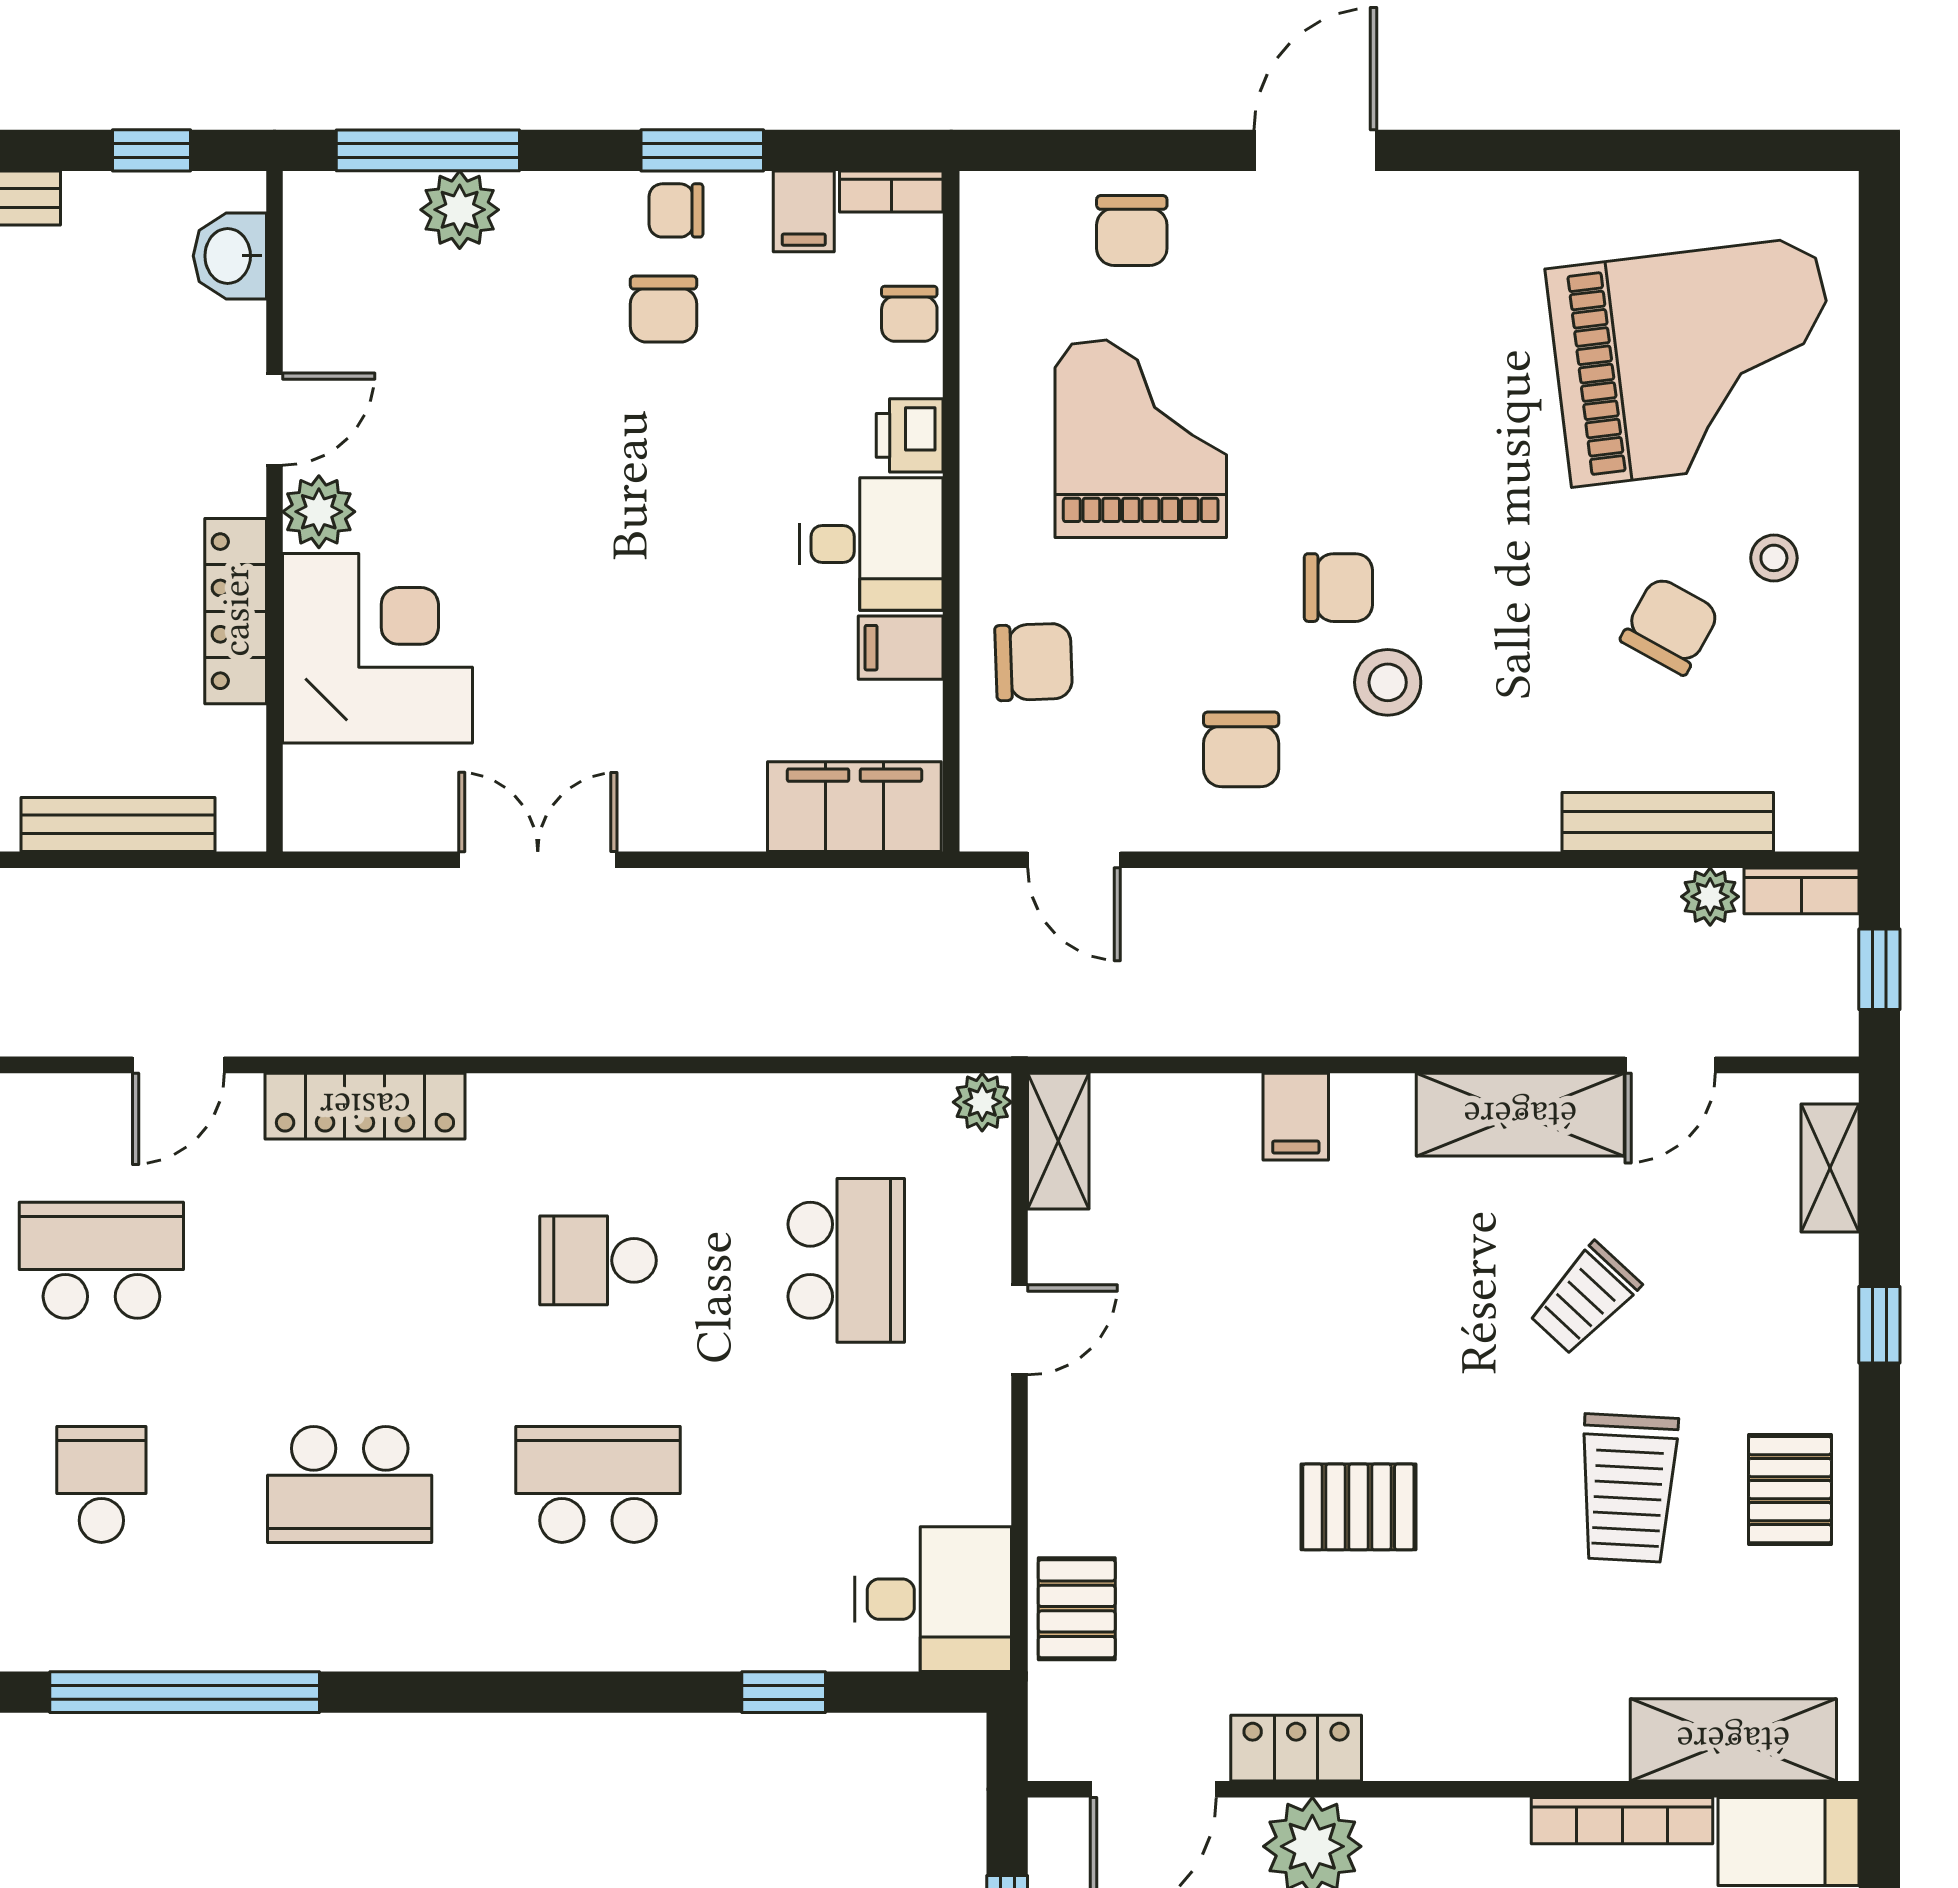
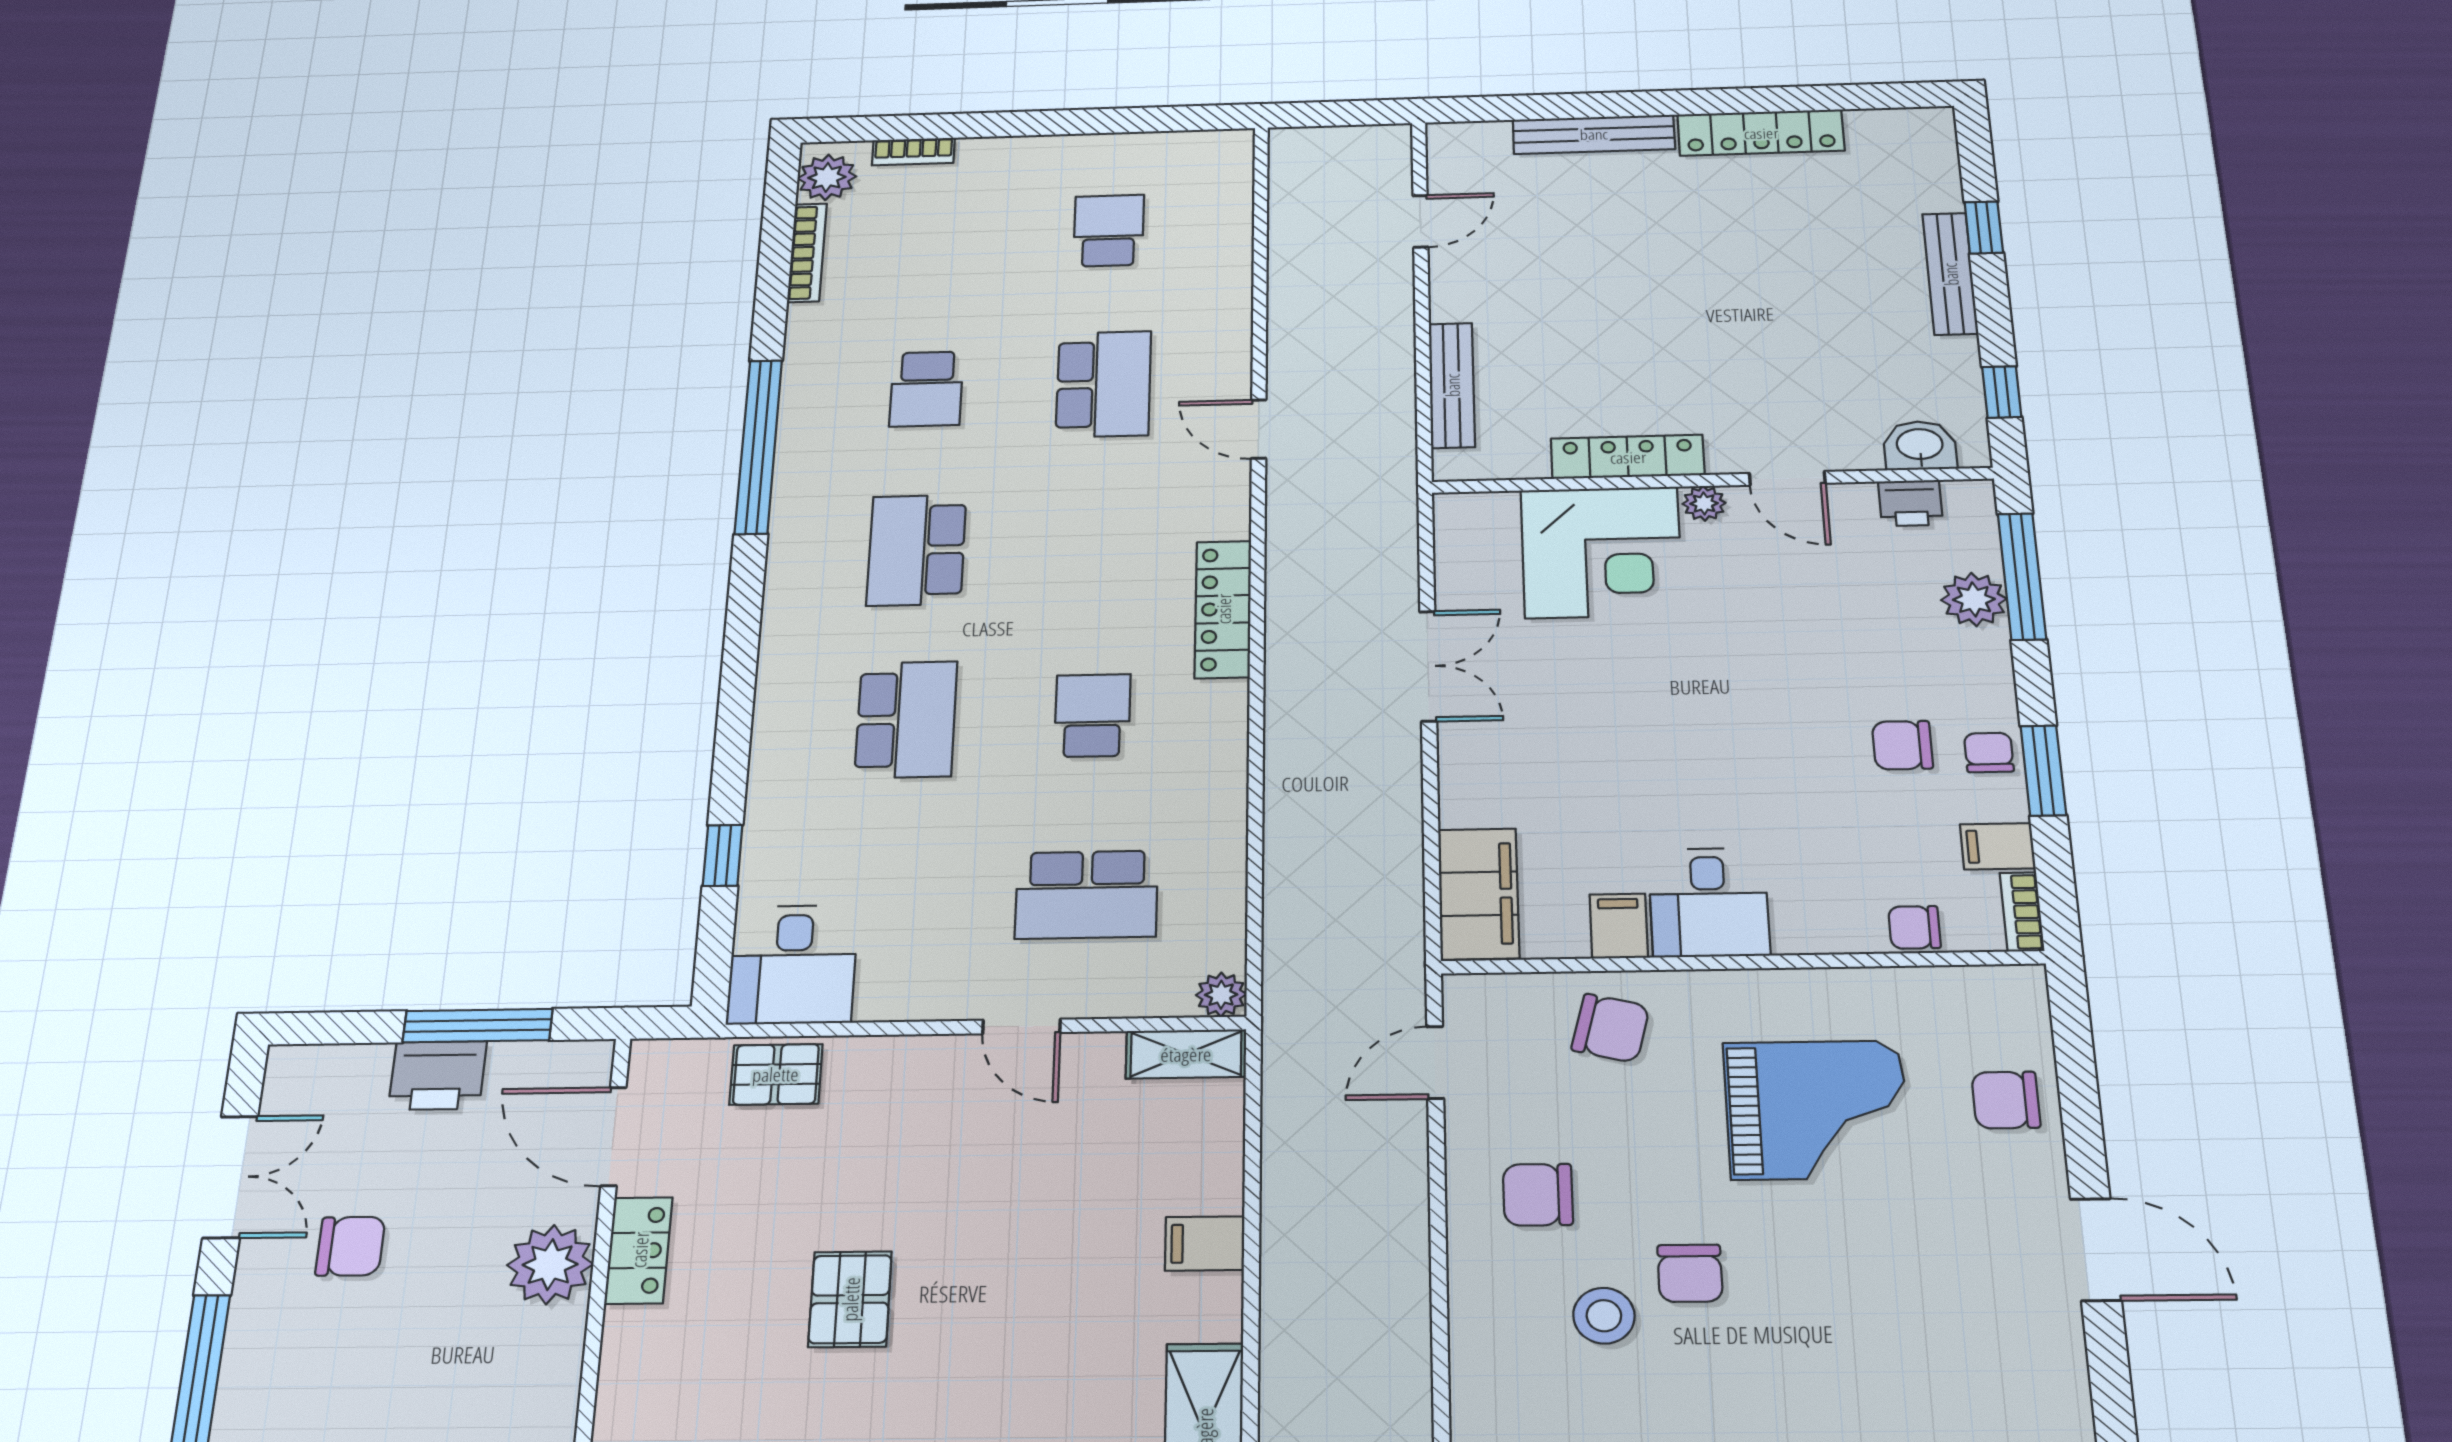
printer: (910, 435) -> (1910, 503), moved, turned 180
plant: (319, 512) -> (1704, 503), width x0.73, depth x0.73
chair: (1034, 662) -> (1611, 1028), turned -74
locker: (365, 1106) -> (1223, 609), moved
school desk: (101, 1484) -> (926, 389), turned 90

